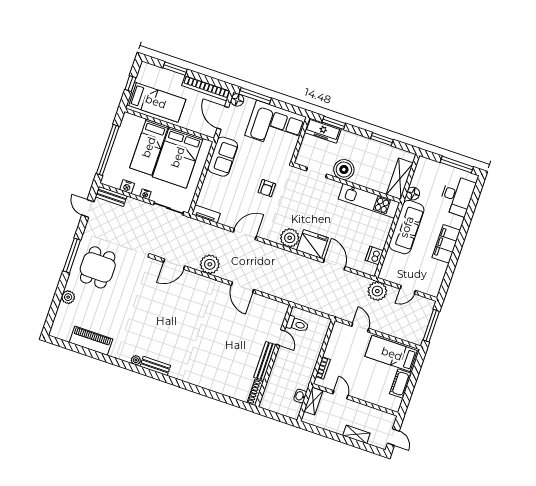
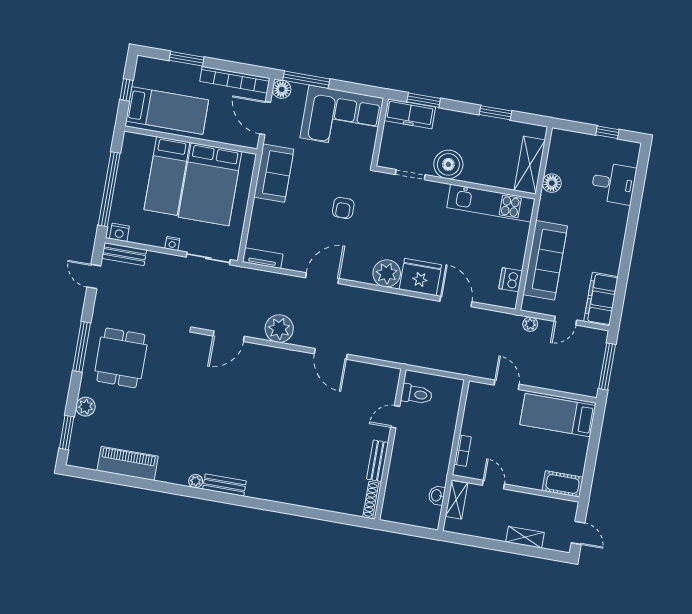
window: (457, 165) -> (607, 132), width x0.46
nightstand: (127, 187) -> (119, 232), moved
desk: (457, 196) -> (614, 183), width x0.73
sofa: (407, 227) -> (545, 260), moved
filing cabinet: (446, 244) -> (601, 299), moved
plant: (377, 291) -> (530, 324), width x0.53, depth x0.53
window: (52, 313) -> (67, 433), added
door: (280, 337) -> (395, 417), swing flipped
bench: (265, 361) -> (378, 461), width x0.73
cot: (401, 384) -> (563, 484), moved, turned 90

